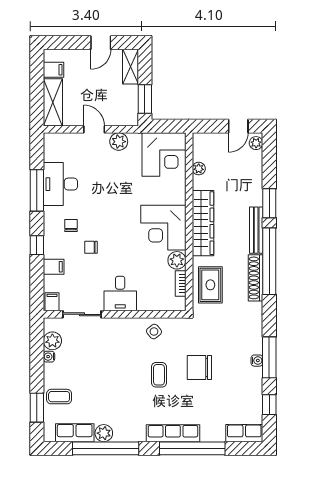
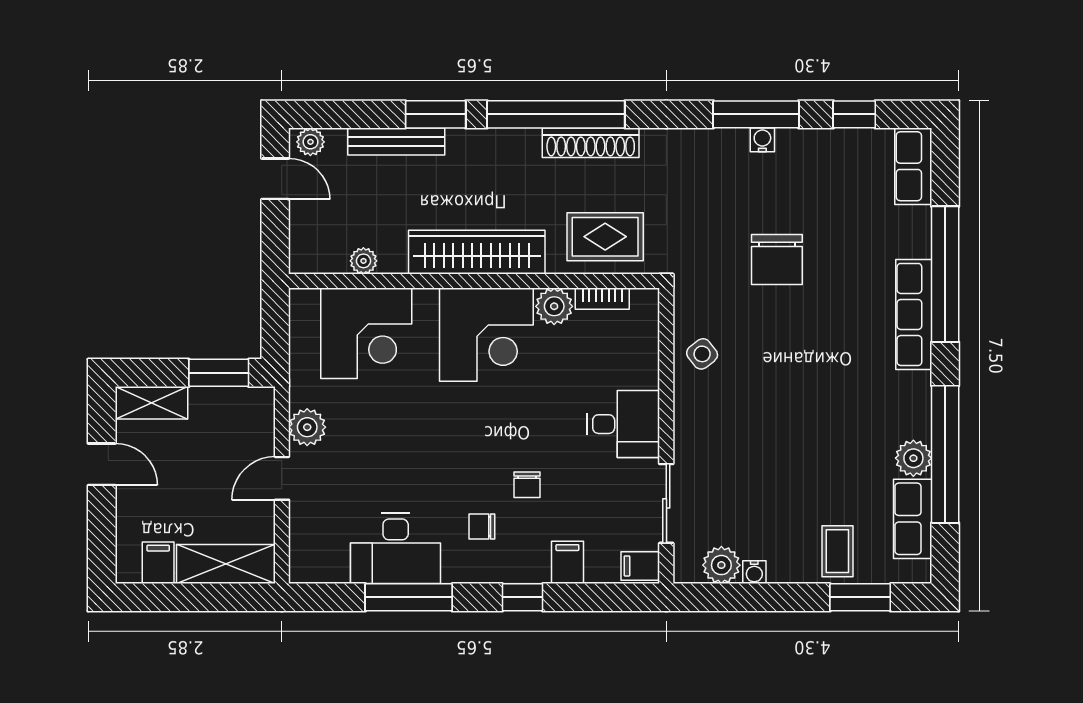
corner desk: (164, 154) -> (366, 333), moved, turned 90
bench: (256, 230) -> (396, 142), moved
coffee table: (159, 375) -> (792, 344), removed

